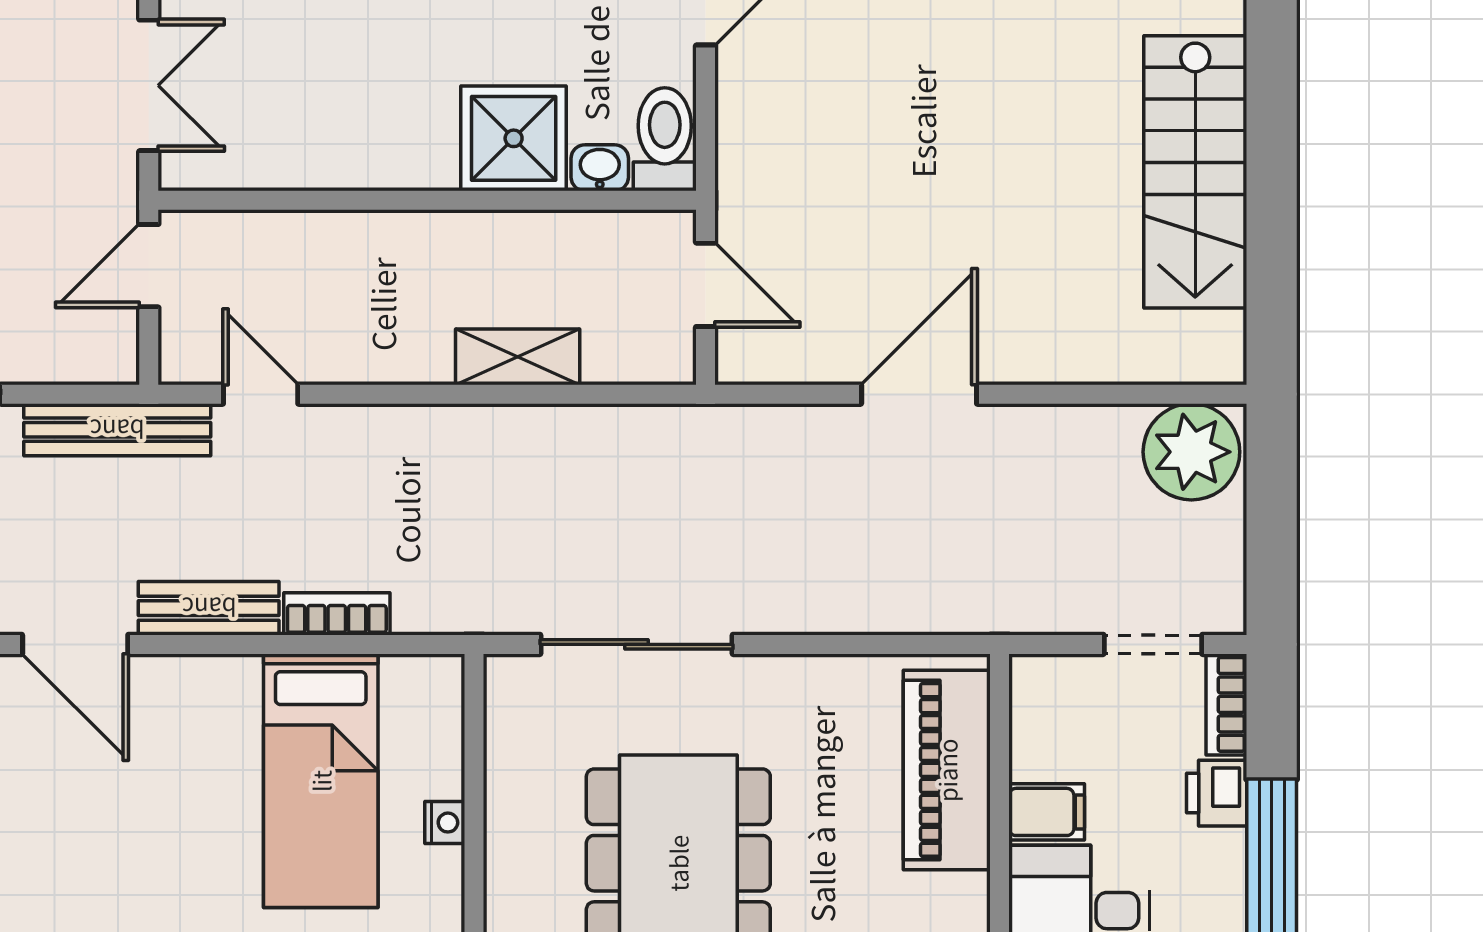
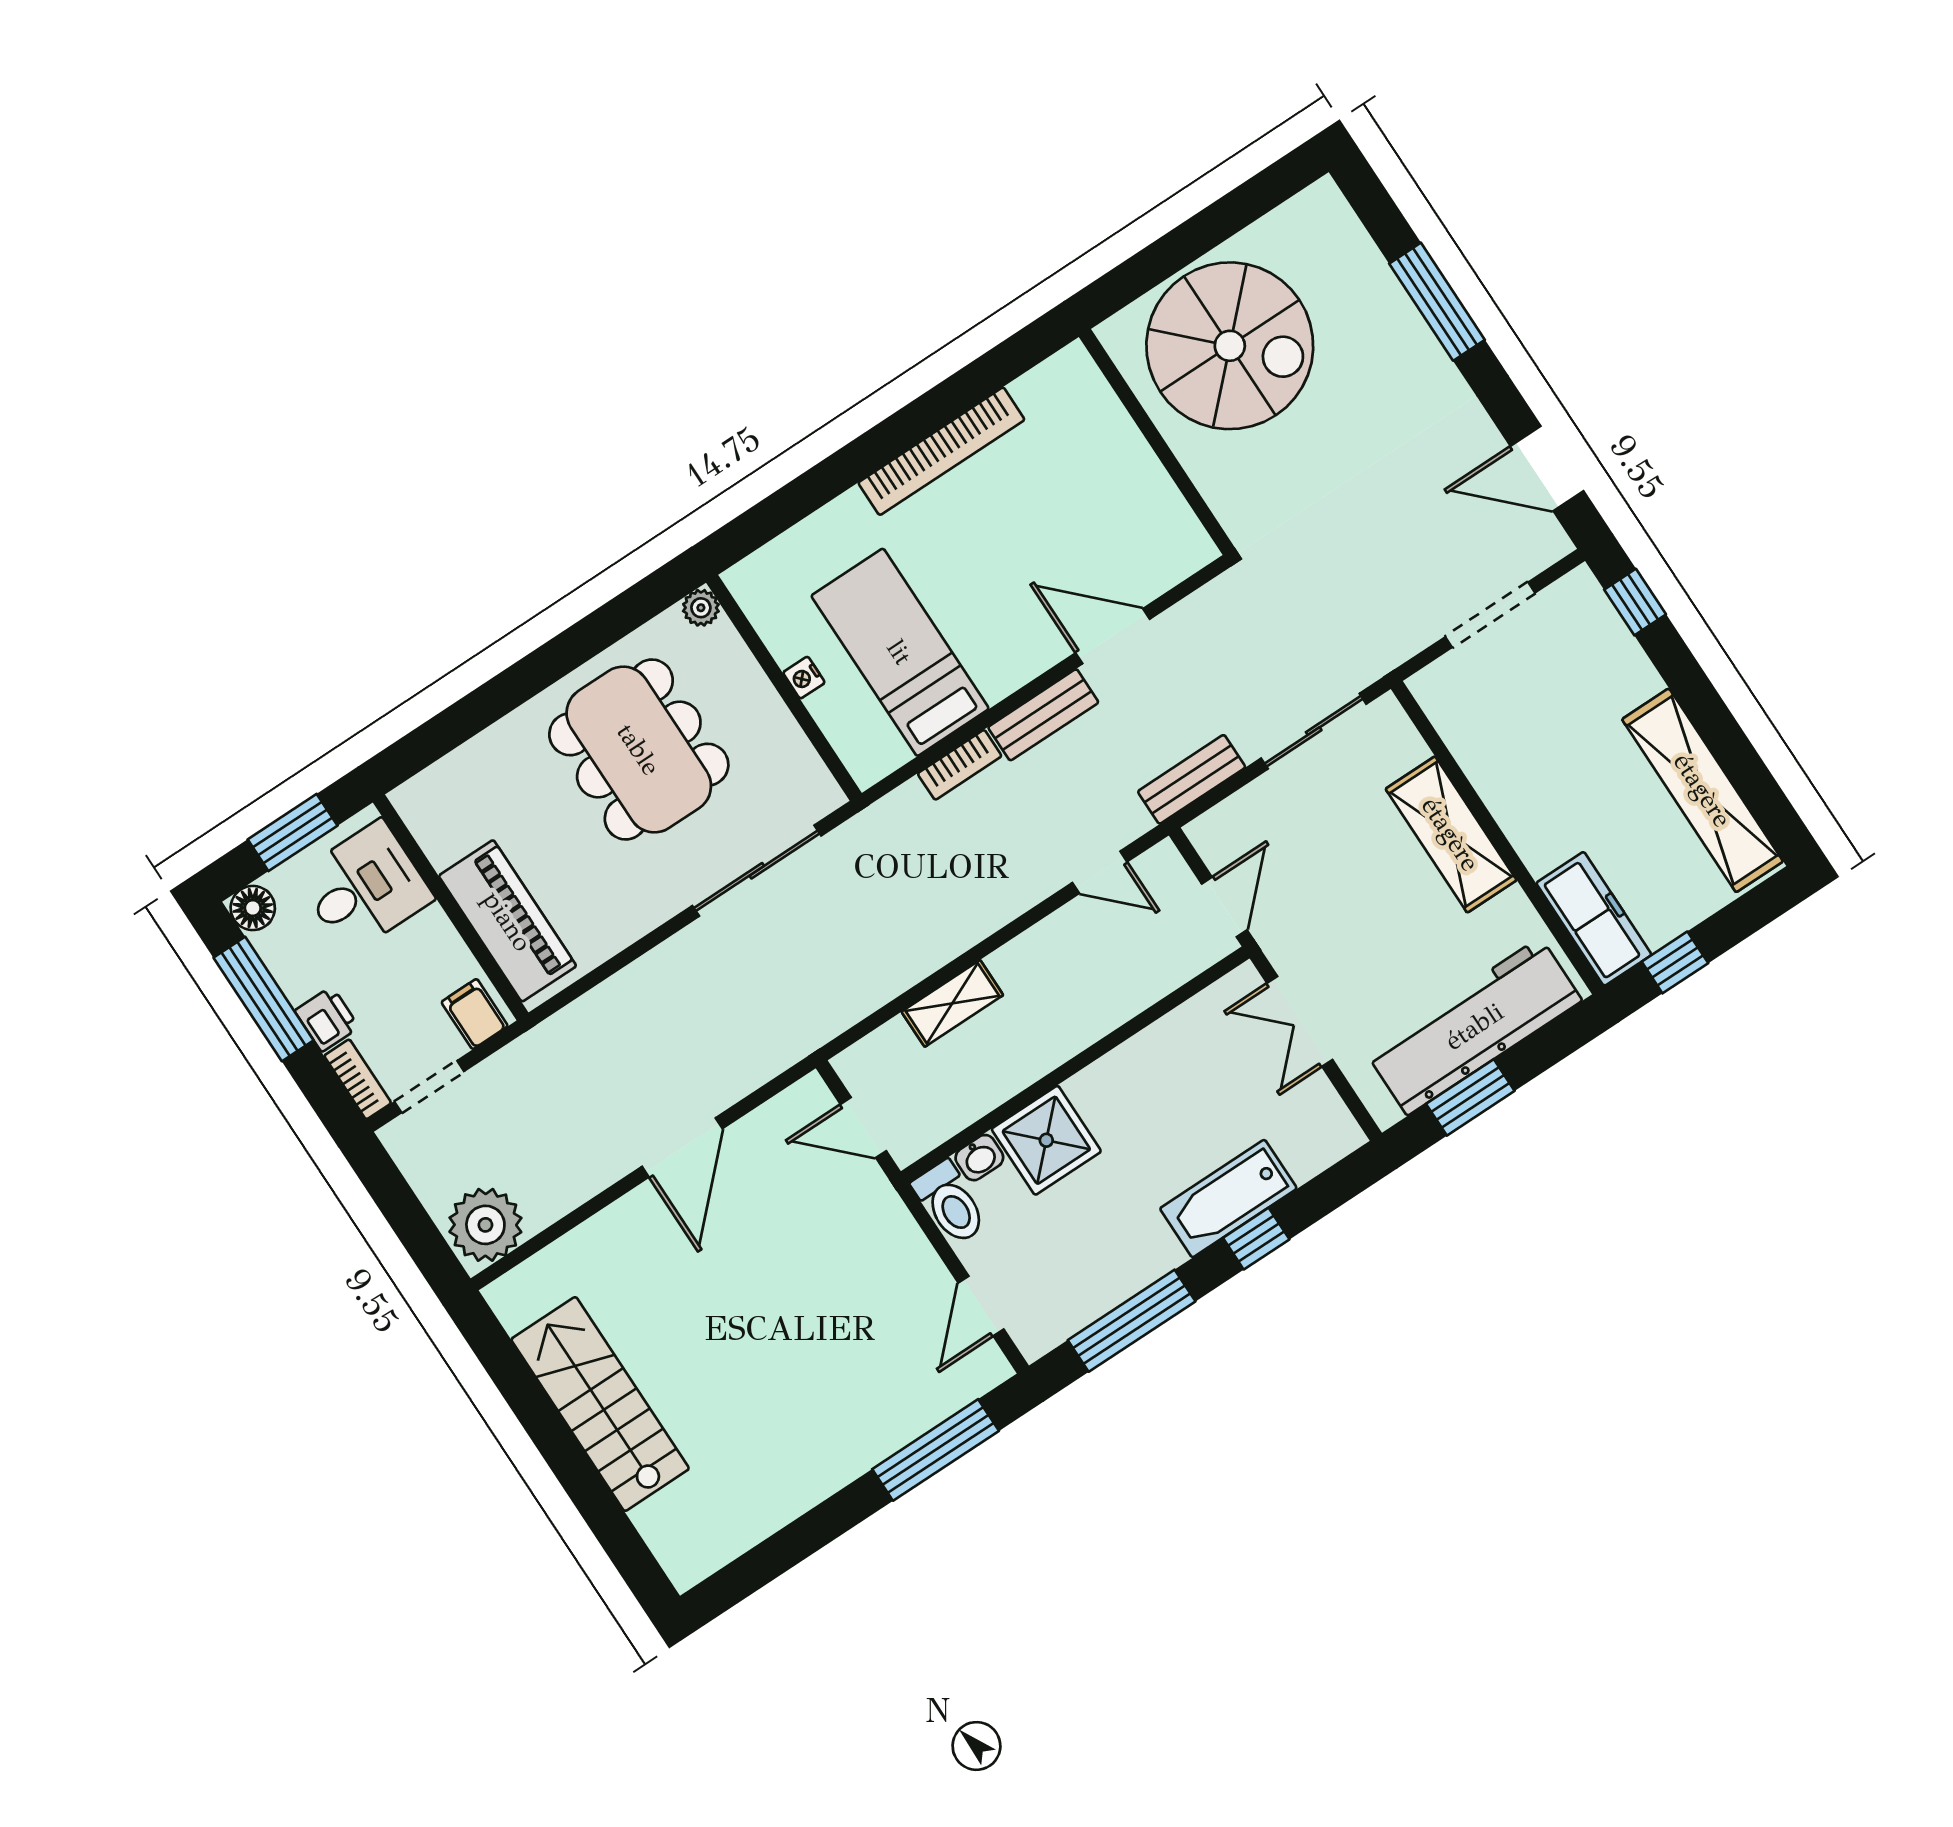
bench: (117, 430) -> (1192, 779), width x0.73
filing cabinet: (1047, 812) -> (475, 1014), moved, turned 90

